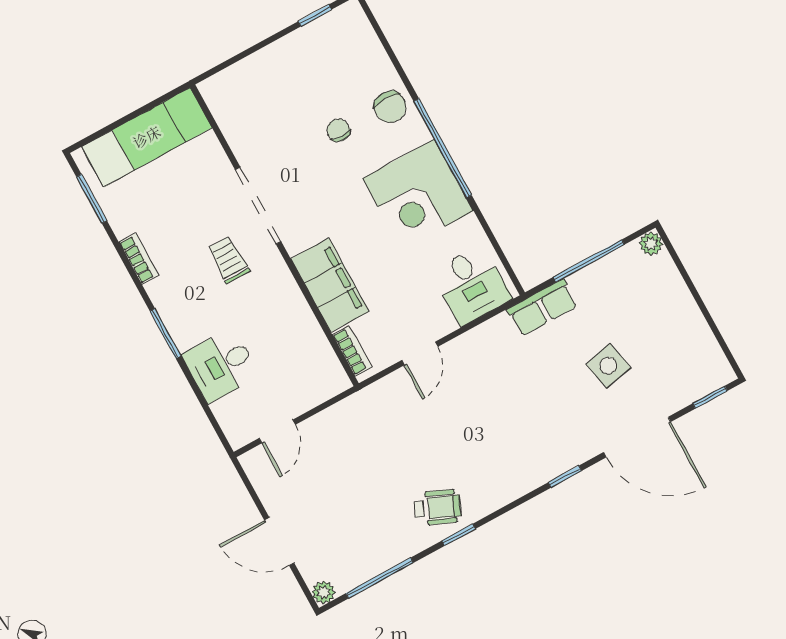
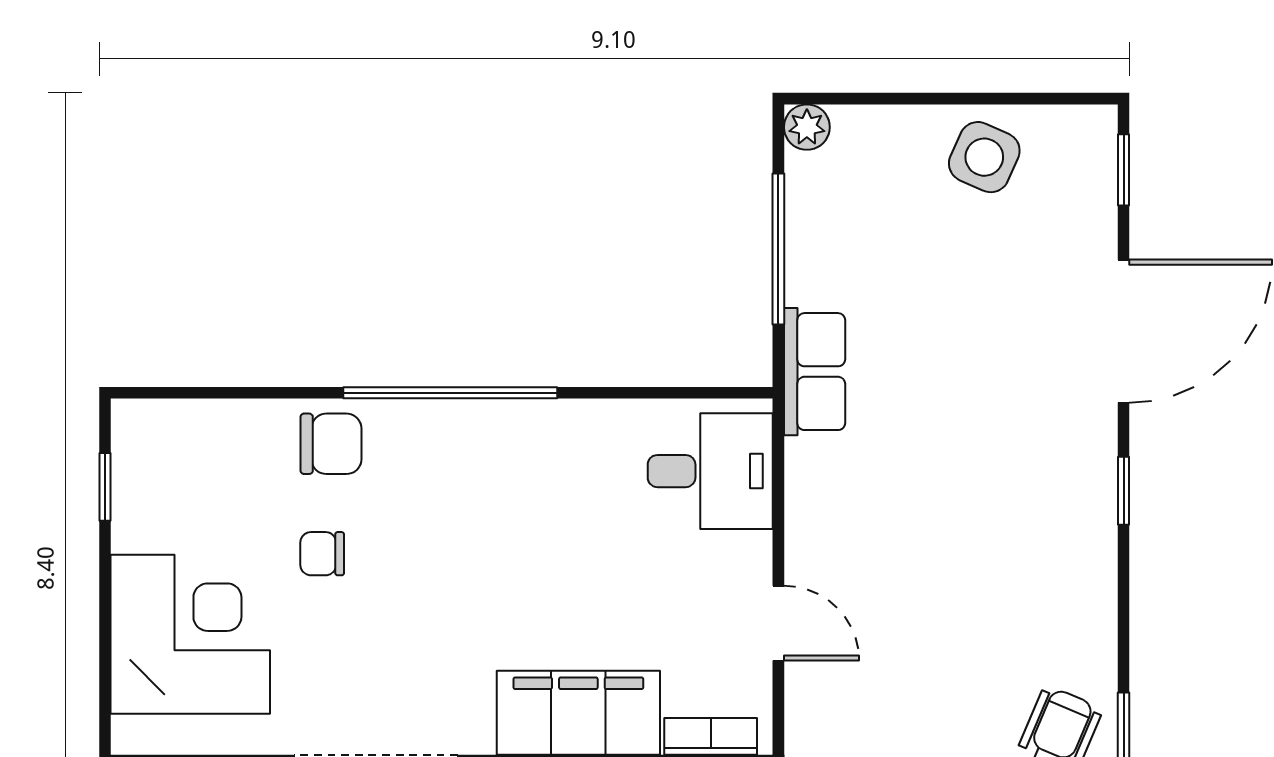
corner desk: (418, 195) -> (190, 634), moved, turned -90
side table: (608, 366) -> (984, 157), moved, turned 37

